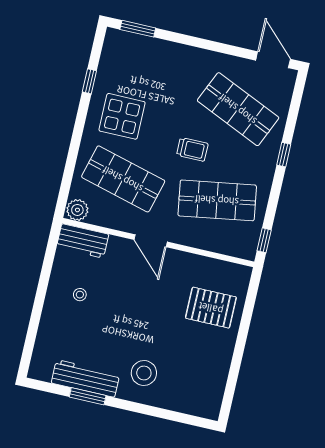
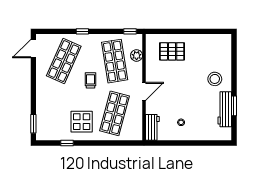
plant: (77, 210) -> (137, 55), moved
pallet: (211, 308) -> (172, 51), turned 90

